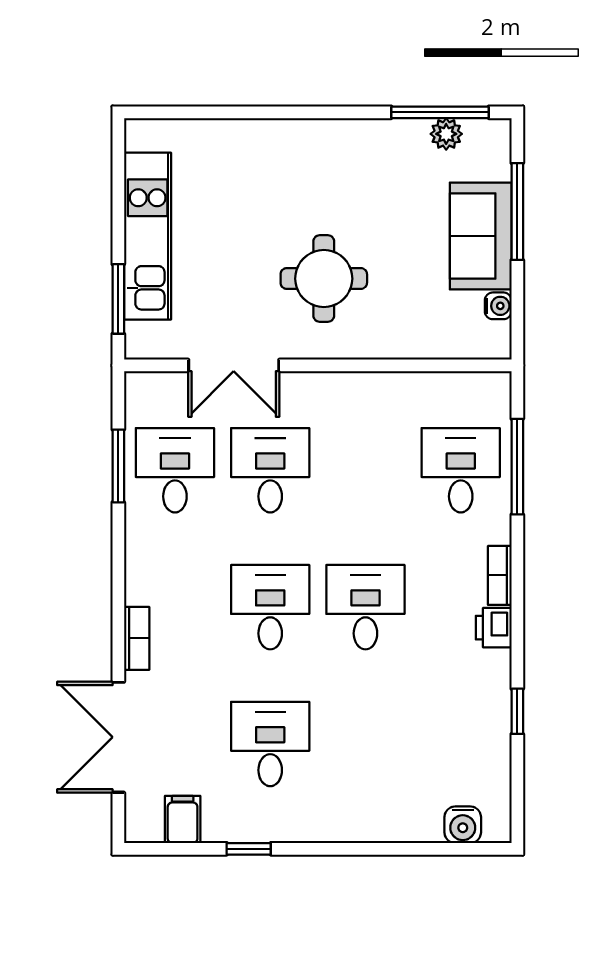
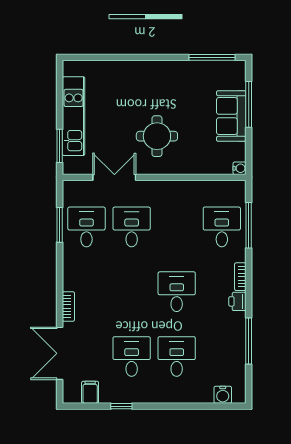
plant: (446, 134) -> (215, 68), removed
water cooler: (498, 306) -> (240, 168), moved
double door: (234, 365) -> (114, 177), swing flipped
desk: (270, 607) -> (177, 357), moved
window: (517, 711) -> (249, 341), width x2.17

